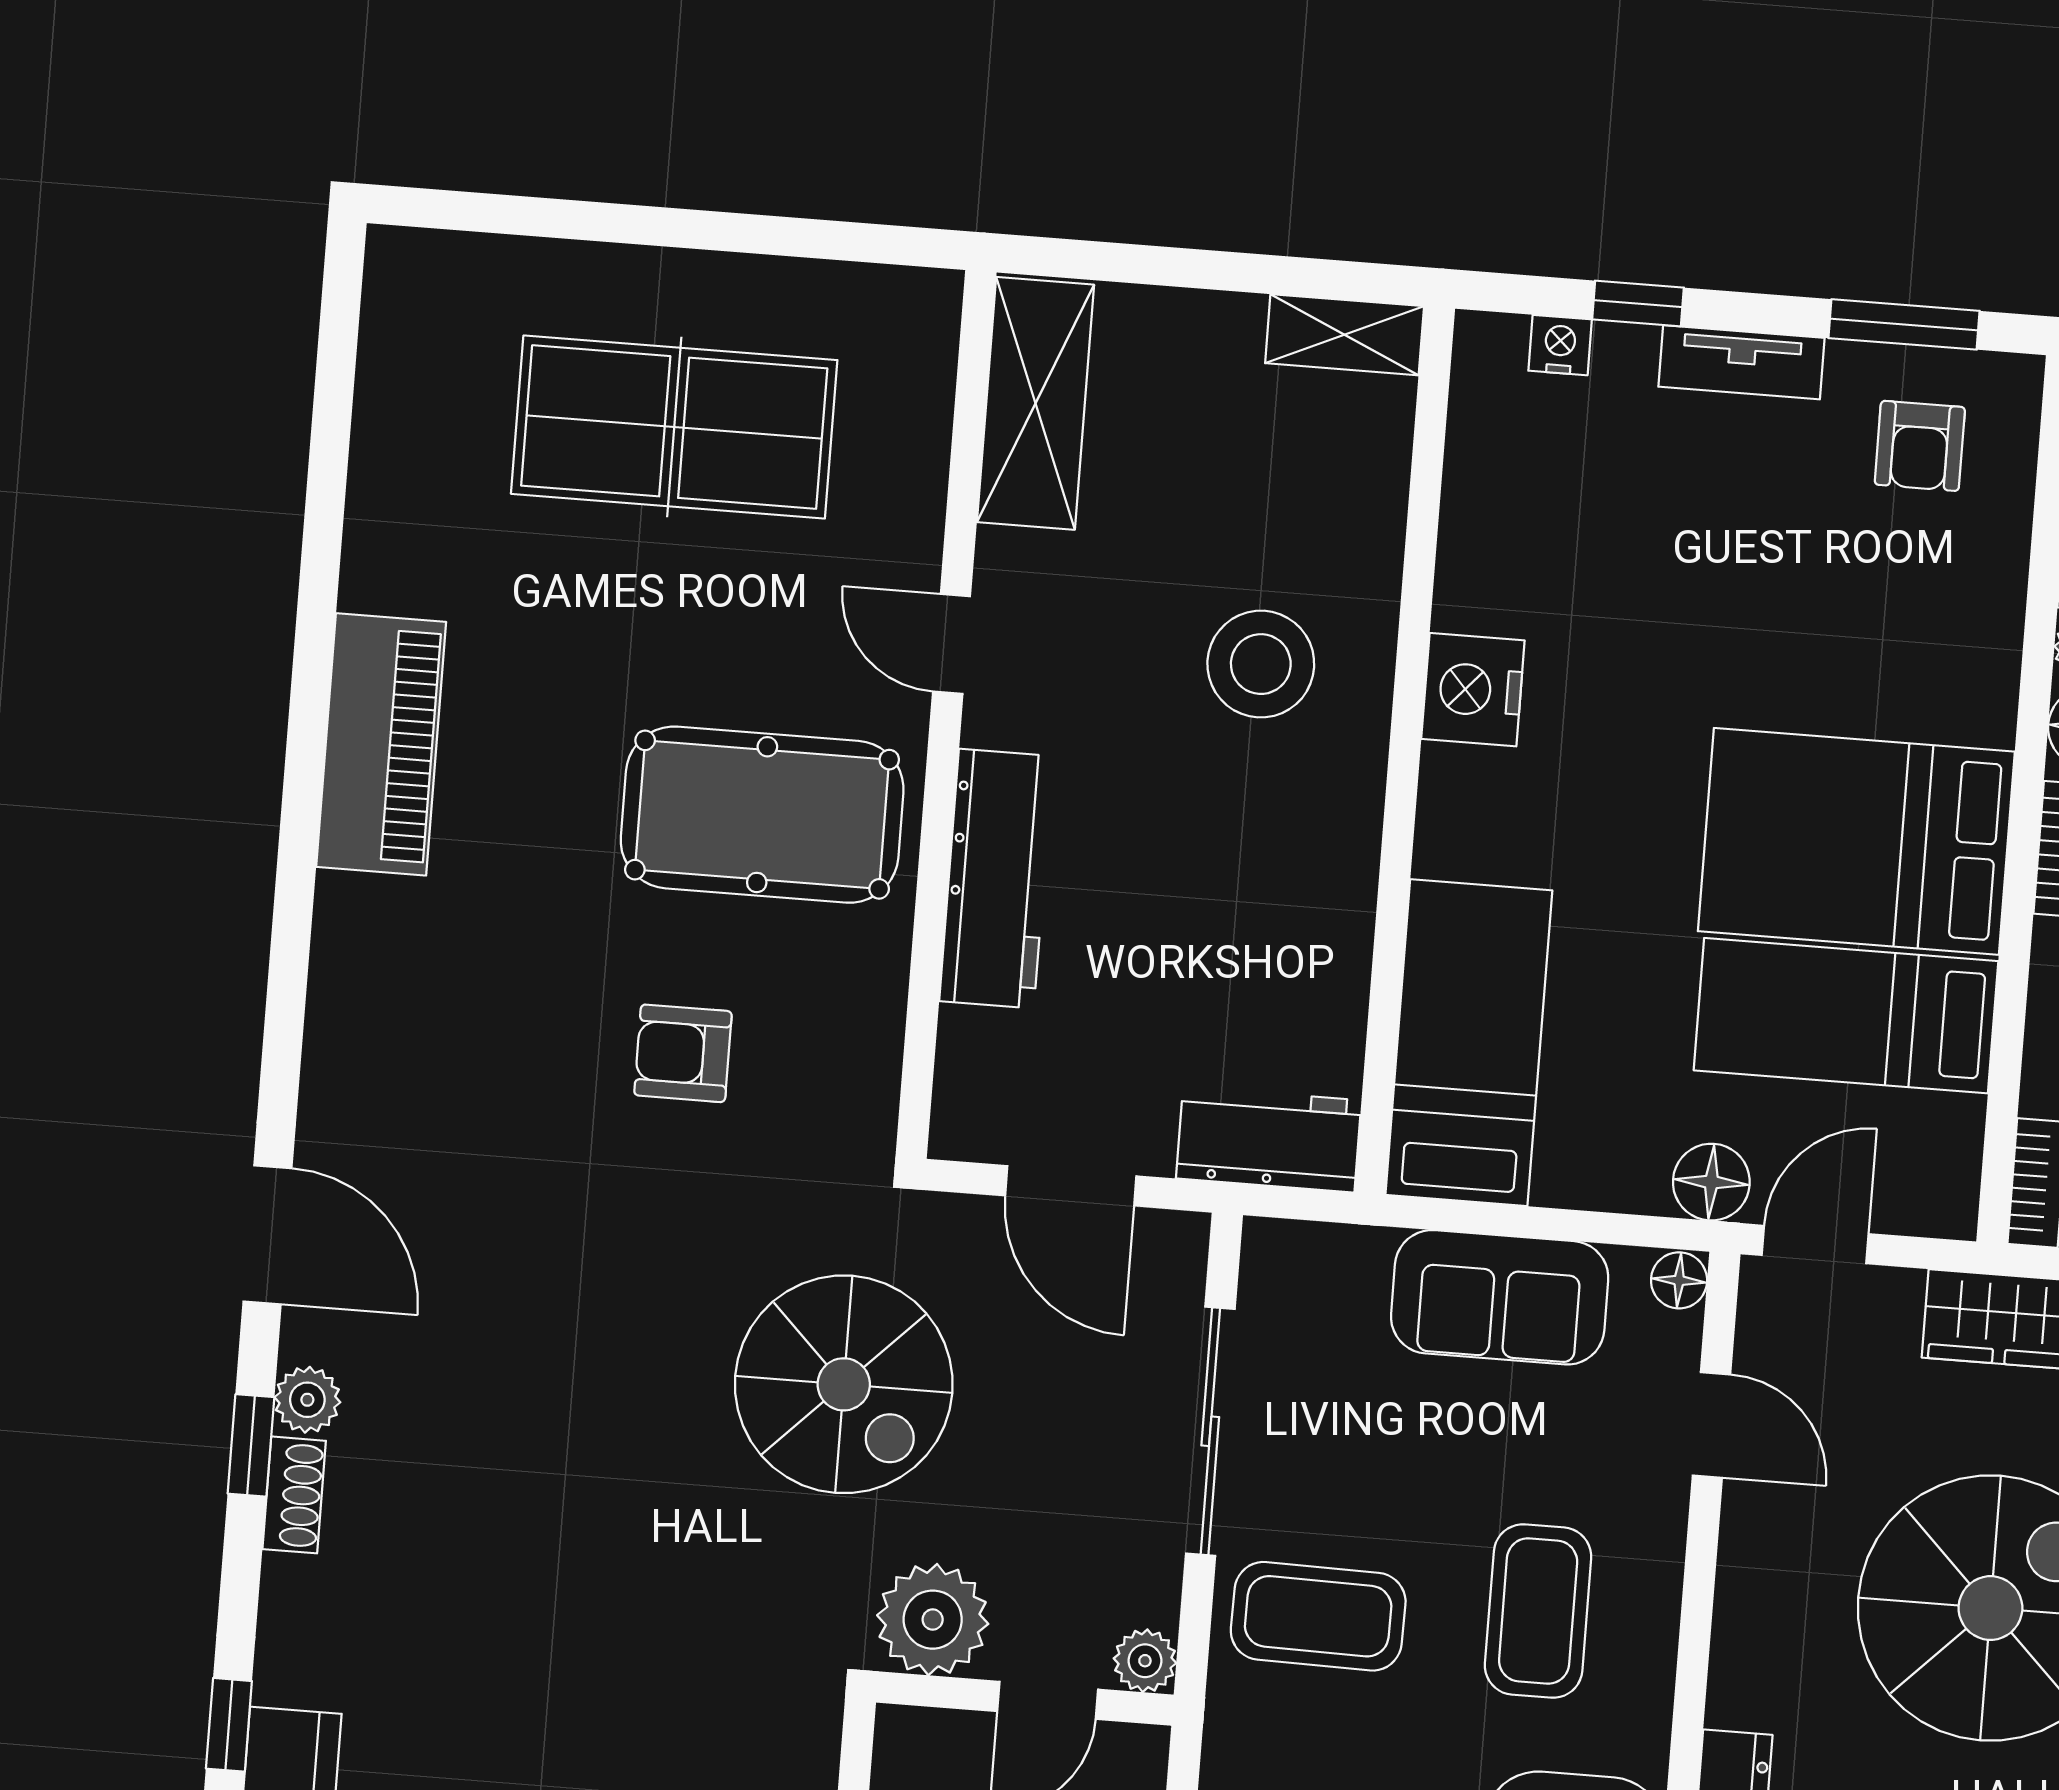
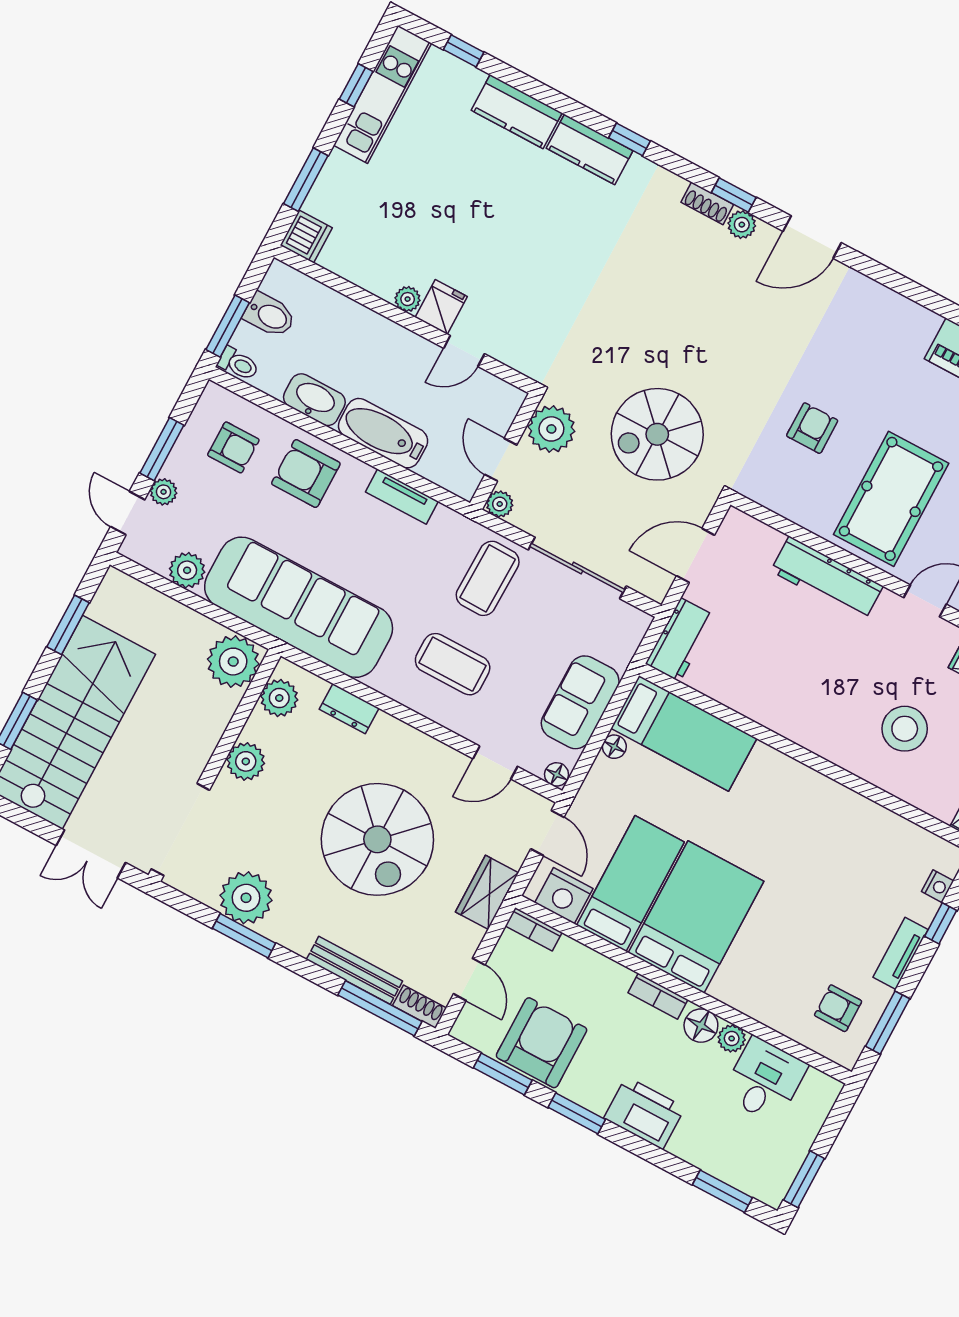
stool: (1261, 664) -> (905, 729), moved
nightstand: (1473, 690) -> (564, 896), moved, turned 180
floor lamp: (1711, 1182) -> (614, 747), moved, width x0.73, depth x0.73

